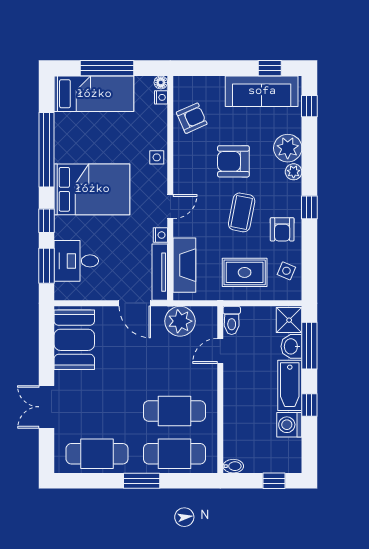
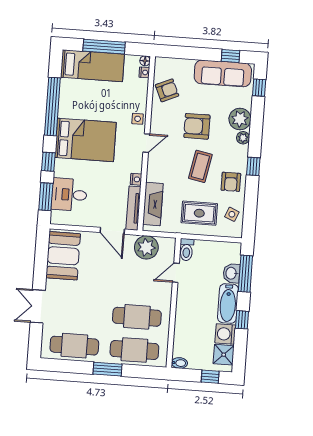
door: (170, 207) -> (146, 143), moved
shower: (289, 320) -> (224, 355), moved

